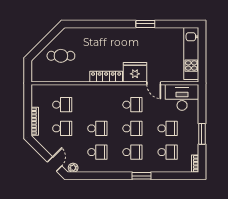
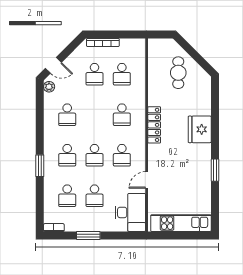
fridge: (135, 72) -> (200, 129), moved, turned 180
school desk: (97, 128) -> (122, 115), moved

